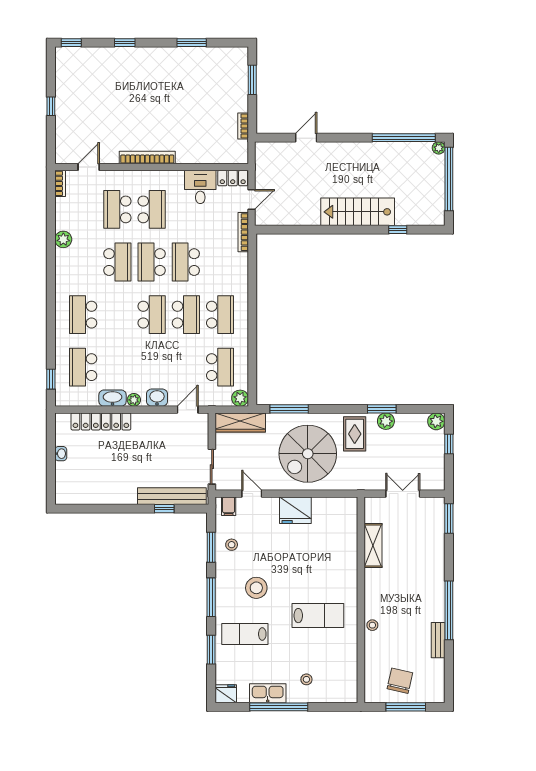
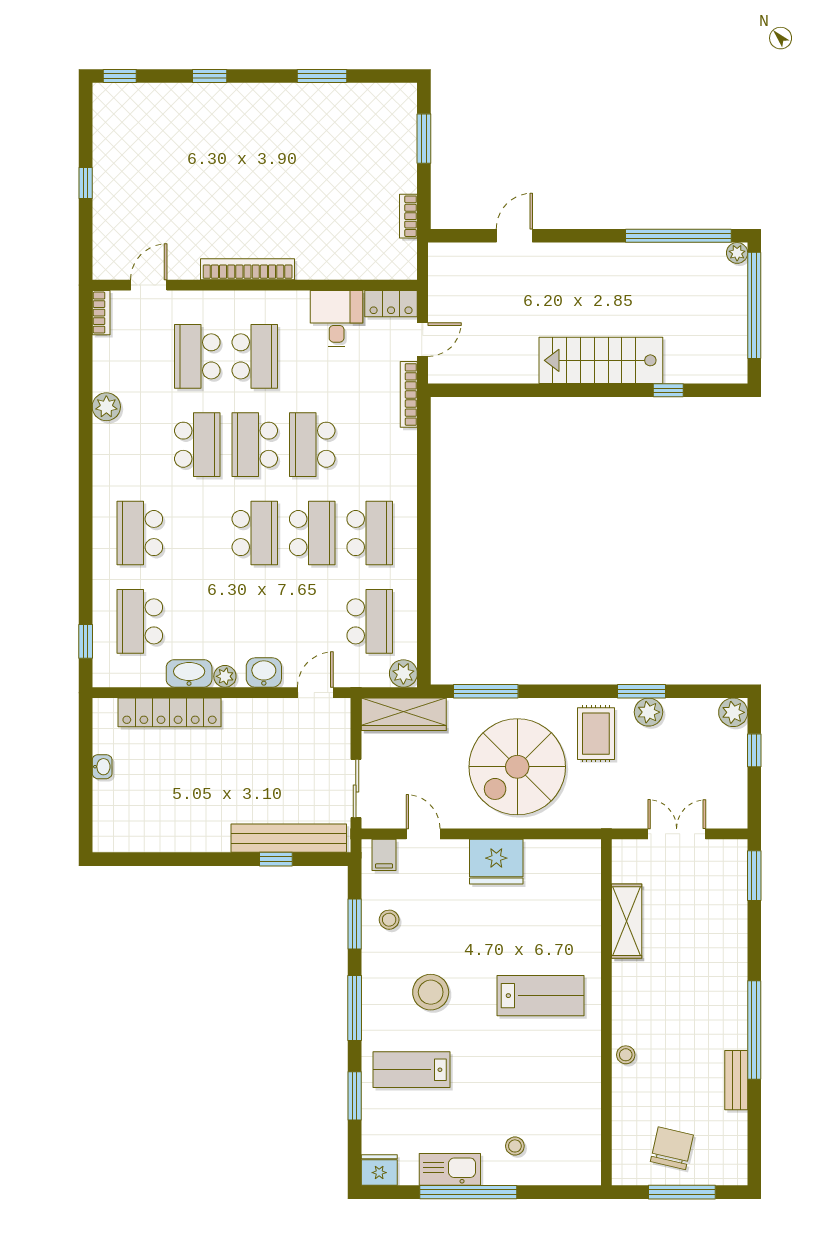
lab bench: (318, 616) -> (540, 996), moved

